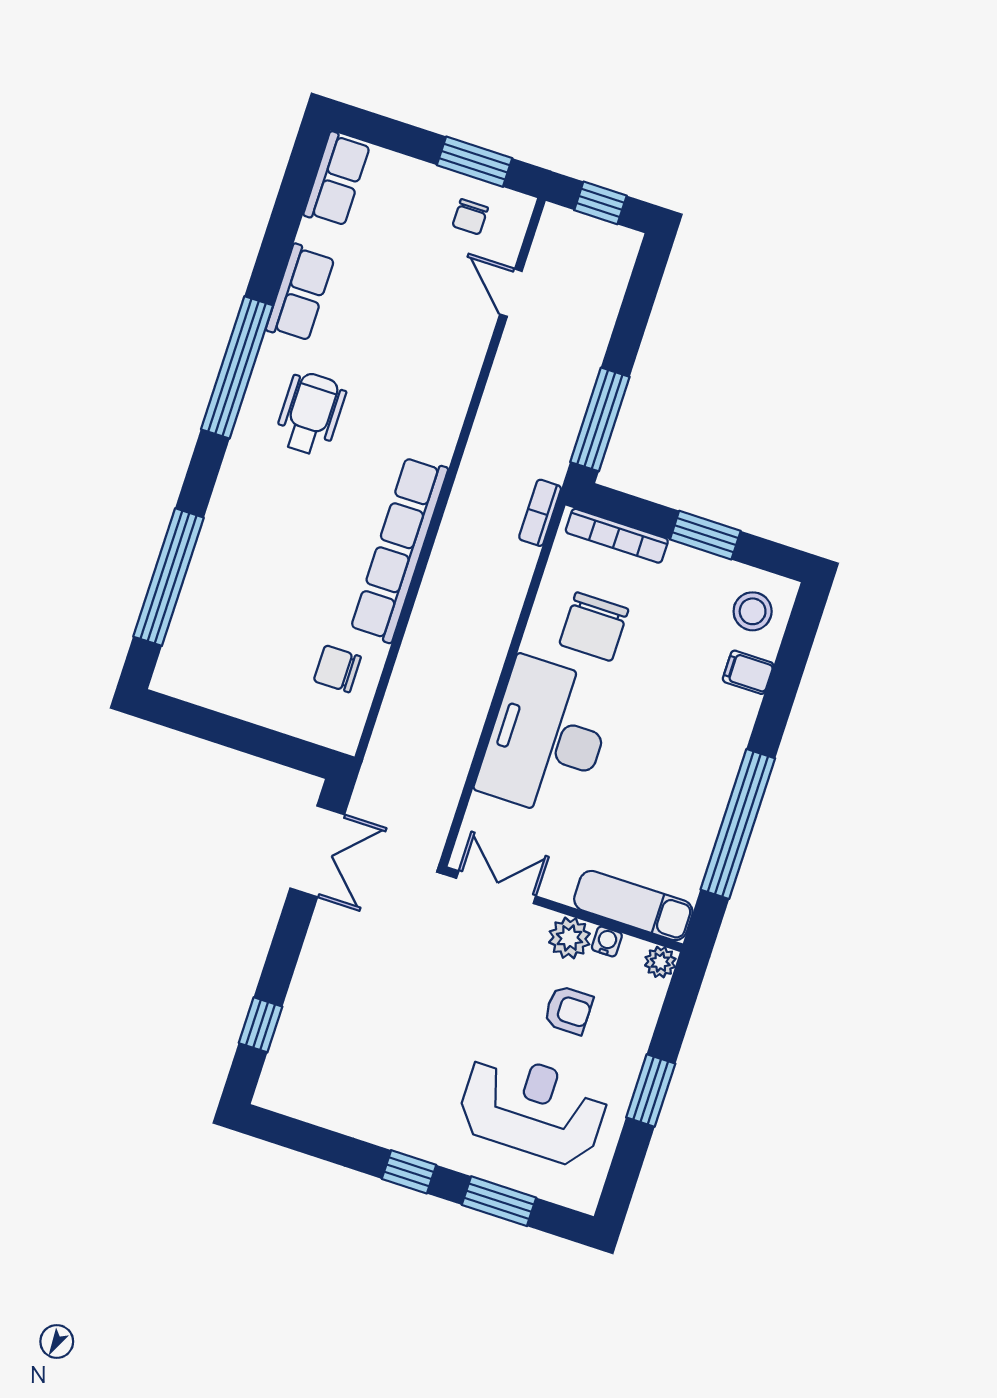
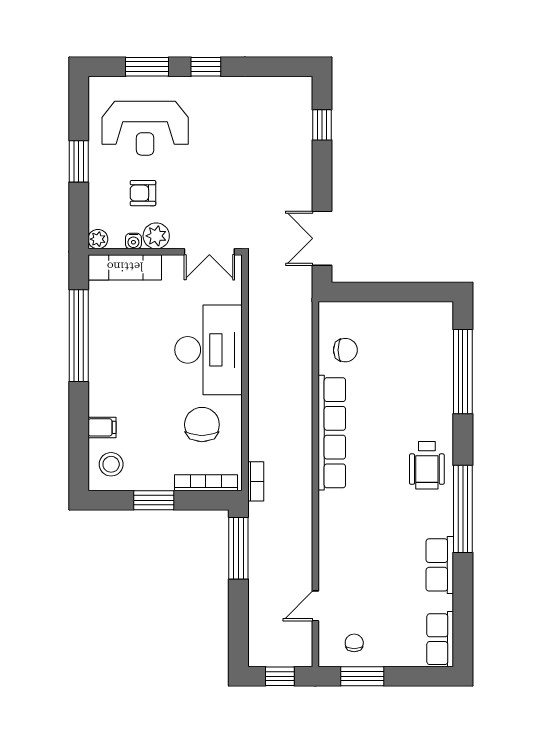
door: (511, 293) -> (315, 606), swing flipped
wheelchair: (310, 414) -> (427, 465), moved

